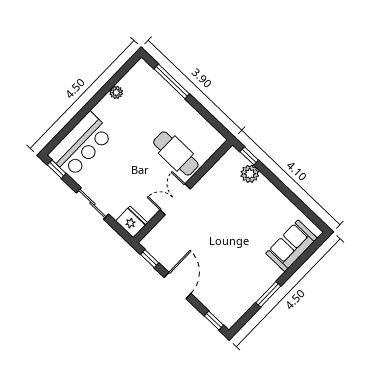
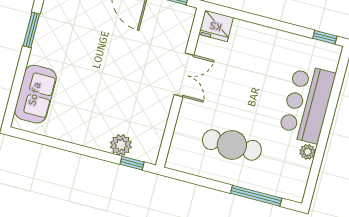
bar counter: (81, 145) -> (307, 104), moved
cafe table: (176, 153) -> (232, 145), moved
sliding door: (92, 204) -> (268, 22), removed

